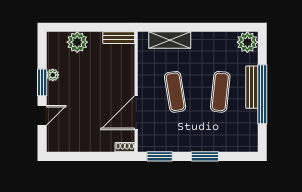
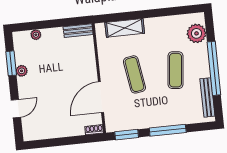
plant: (77, 42) -> (36, 35), width x0.53, depth x0.53
plant: (247, 42) -> (197, 33), moved
window: (42, 82) -> (11, 63), moved
bench: (252, 87) -> (207, 97), moved
window: (205, 156) -> (168, 130), width x1.44

